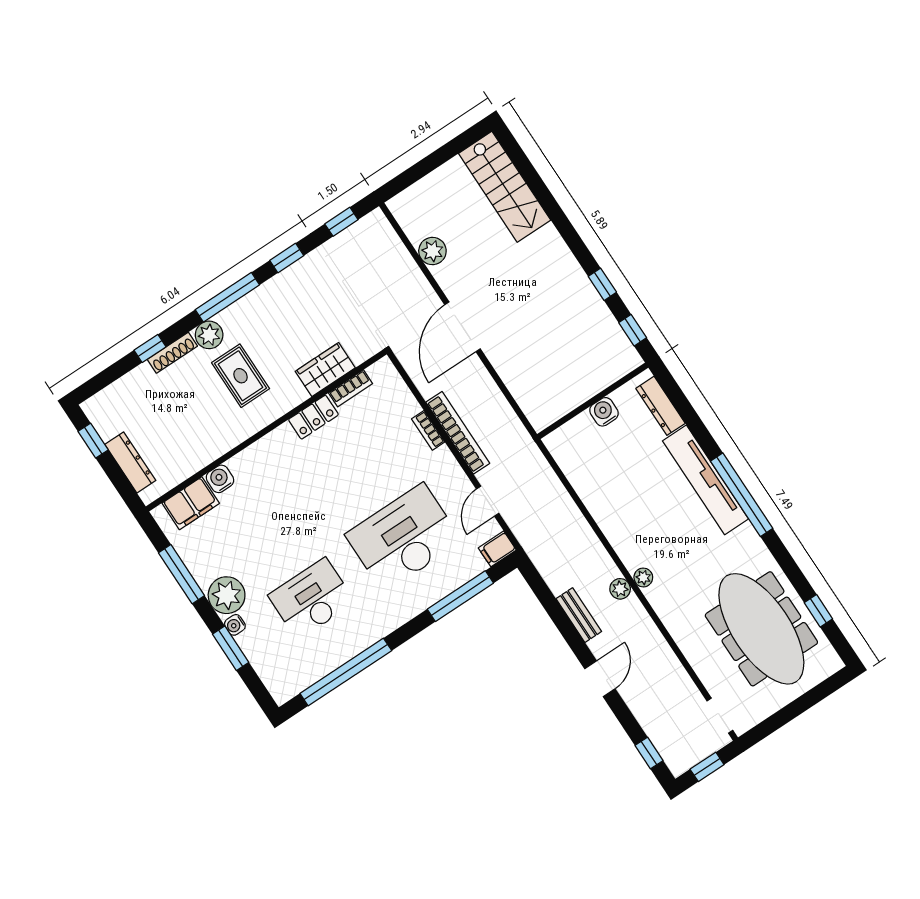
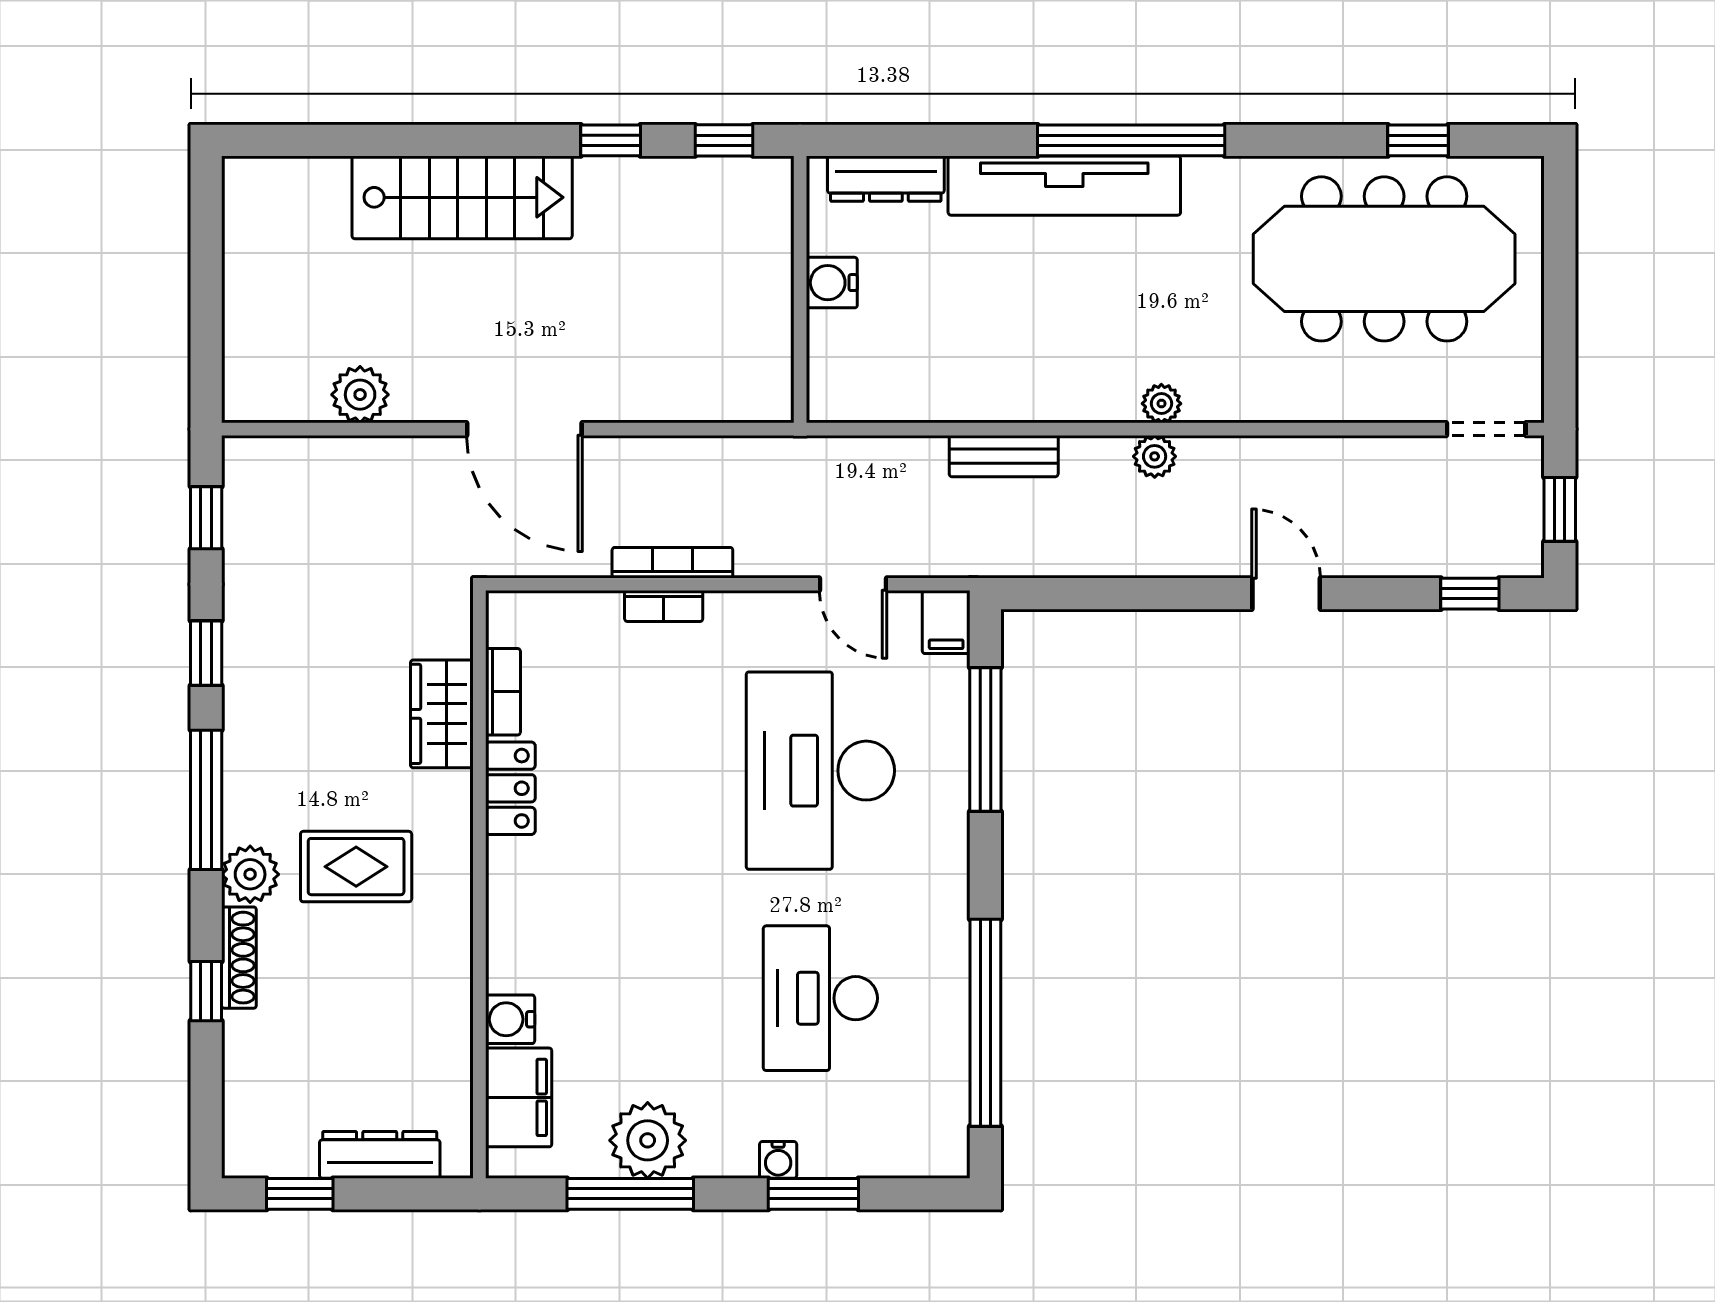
stairs: (505, 187) -> (462, 197), moved
bookcase: (458, 433) -> (672, 563), width x0.68, depth x0.76
plant: (227, 595) -> (648, 1140), moved
bench: (579, 615) -> (1004, 456), moved

